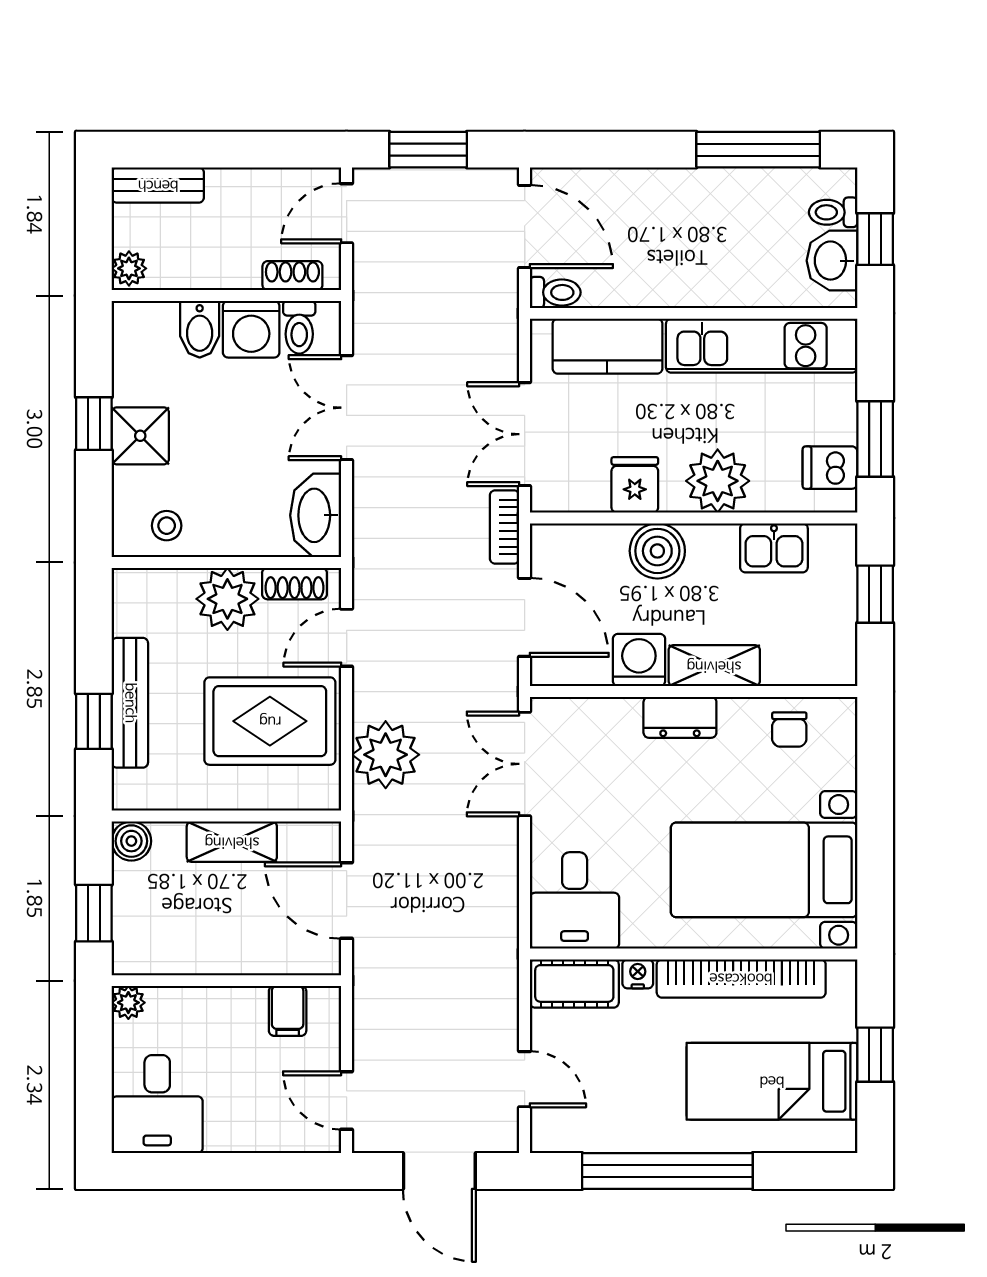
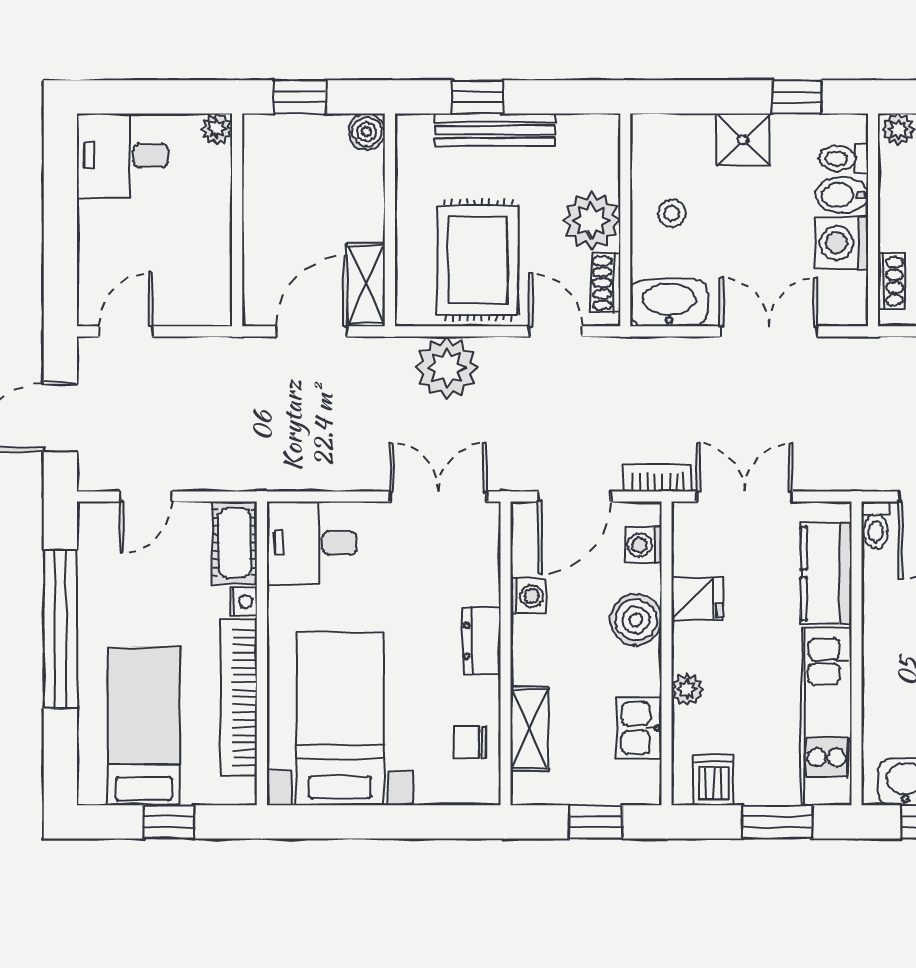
toilet: (299, 327) -> (844, 158), moved
window: (94, 424) -> (797, 97), moved
window: (875, 439) -> (778, 822), moved
plant: (718, 481) -> (687, 689), width x0.53, depth x0.53
stool: (167, 526) -> (672, 213), moved
washing machine: (577, 543) -> (643, 545), added
washing machine: (639, 660) -> (528, 596), width x0.73, depth x0.73
shelving: (714, 666) -> (530, 729), moved
shelving: (232, 842) -> (366, 285), moved
filing cabinet: (288, 1011) -> (209, 277), removed

